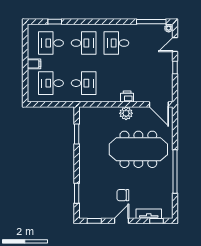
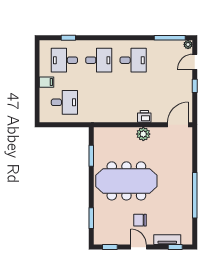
desk: (116, 43) -> (133, 60), turned 180
desk: (51, 83) -> (64, 102), turned 180
desk: (84, 83) -> (99, 102), removed
door: (159, 104) -> (178, 125), swing flipped
meeting table: (138, 149) -> (126, 181), moved
door: (122, 221) -> (139, 247), hinge flipped

